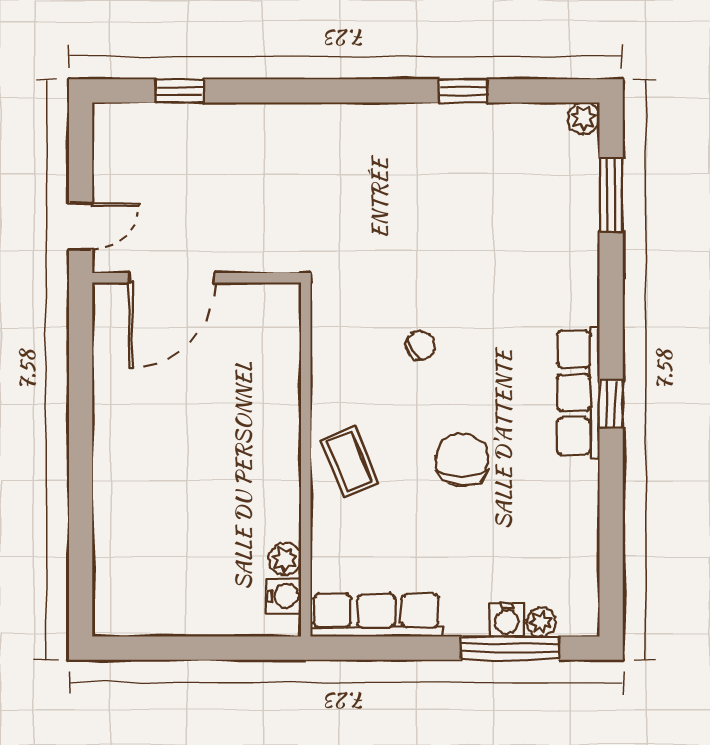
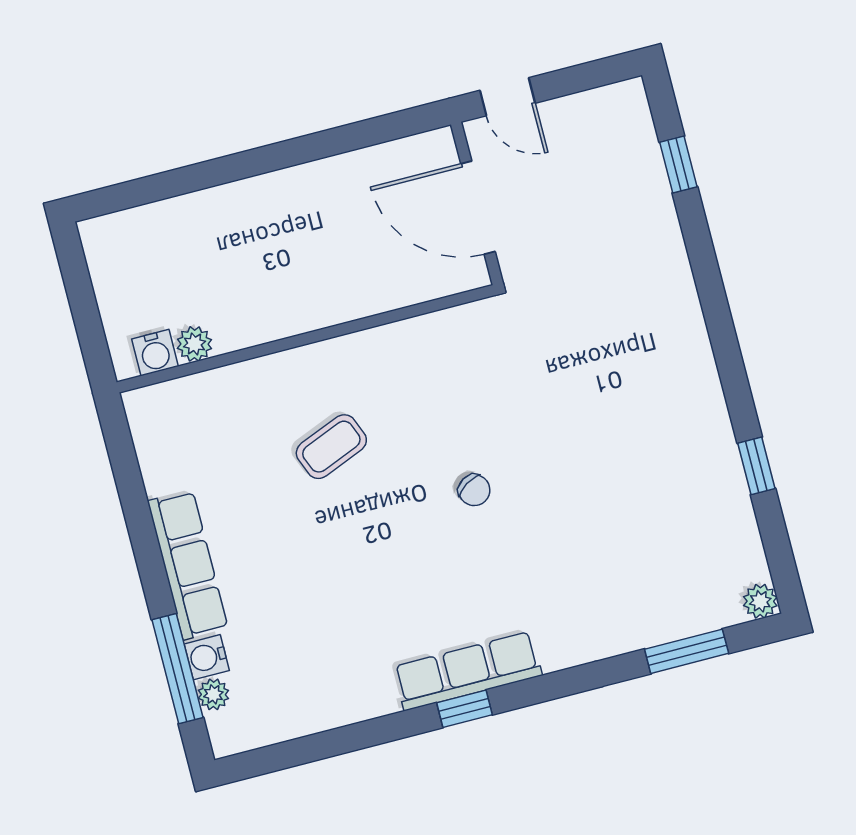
wall: (306, 459) -> (306, 339), moved
chair: (462, 459) -> (365, 565), removed
plant: (285, 559) -> (194, 344), moved
water cooler: (284, 596) -> (155, 353), moved
row of seats: (376, 615) -> (188, 565), moved

